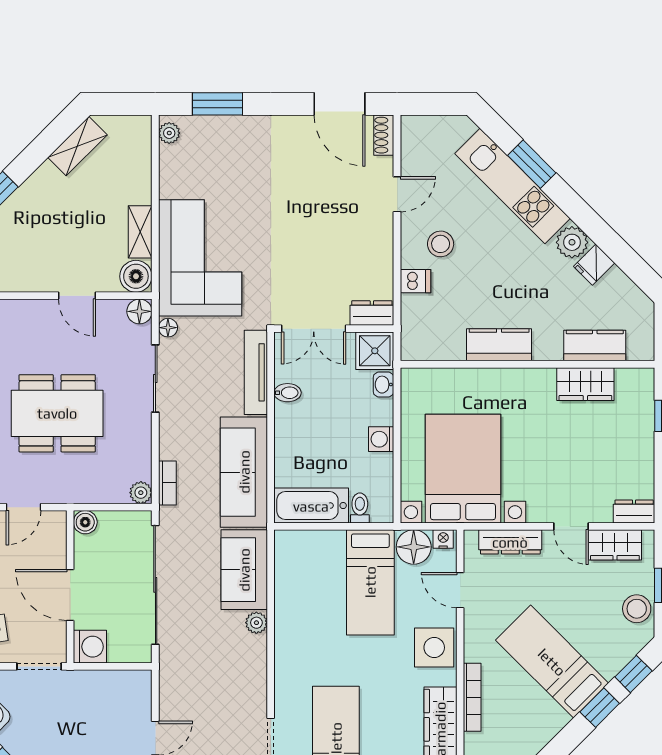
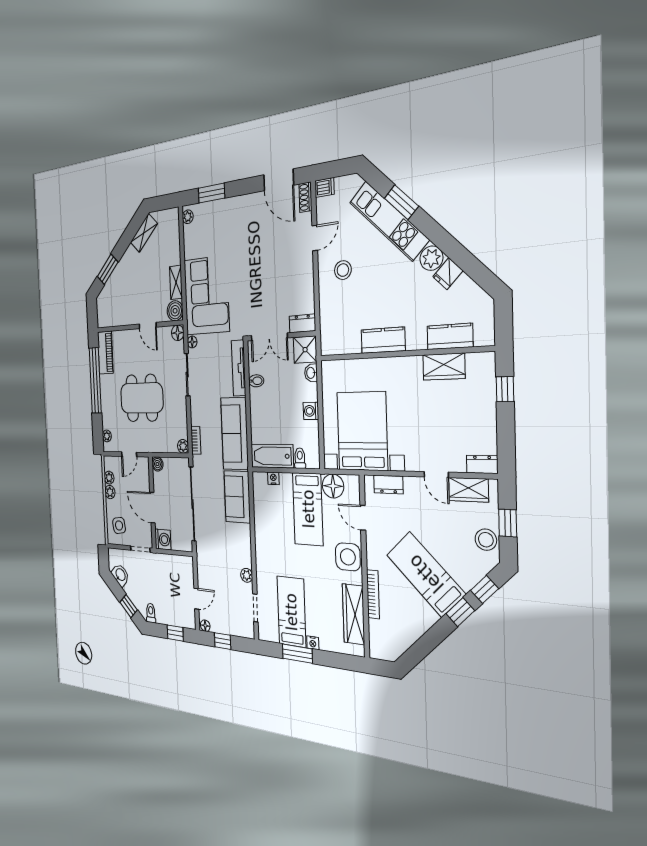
dishwasher: (415, 281) -> (324, 187), moved
nightstand: (443, 539) -> (273, 478), moved
dresser: (510, 542) -> (388, 485), width x0.70
plant: (256, 623) -> (247, 575), moved

